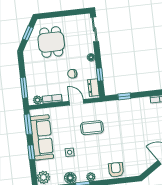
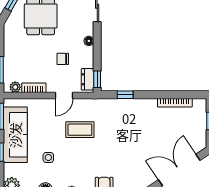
window: (100, 74) -> (97, 79), moved
door: (76, 102) -> (64, 95), swing flipped

